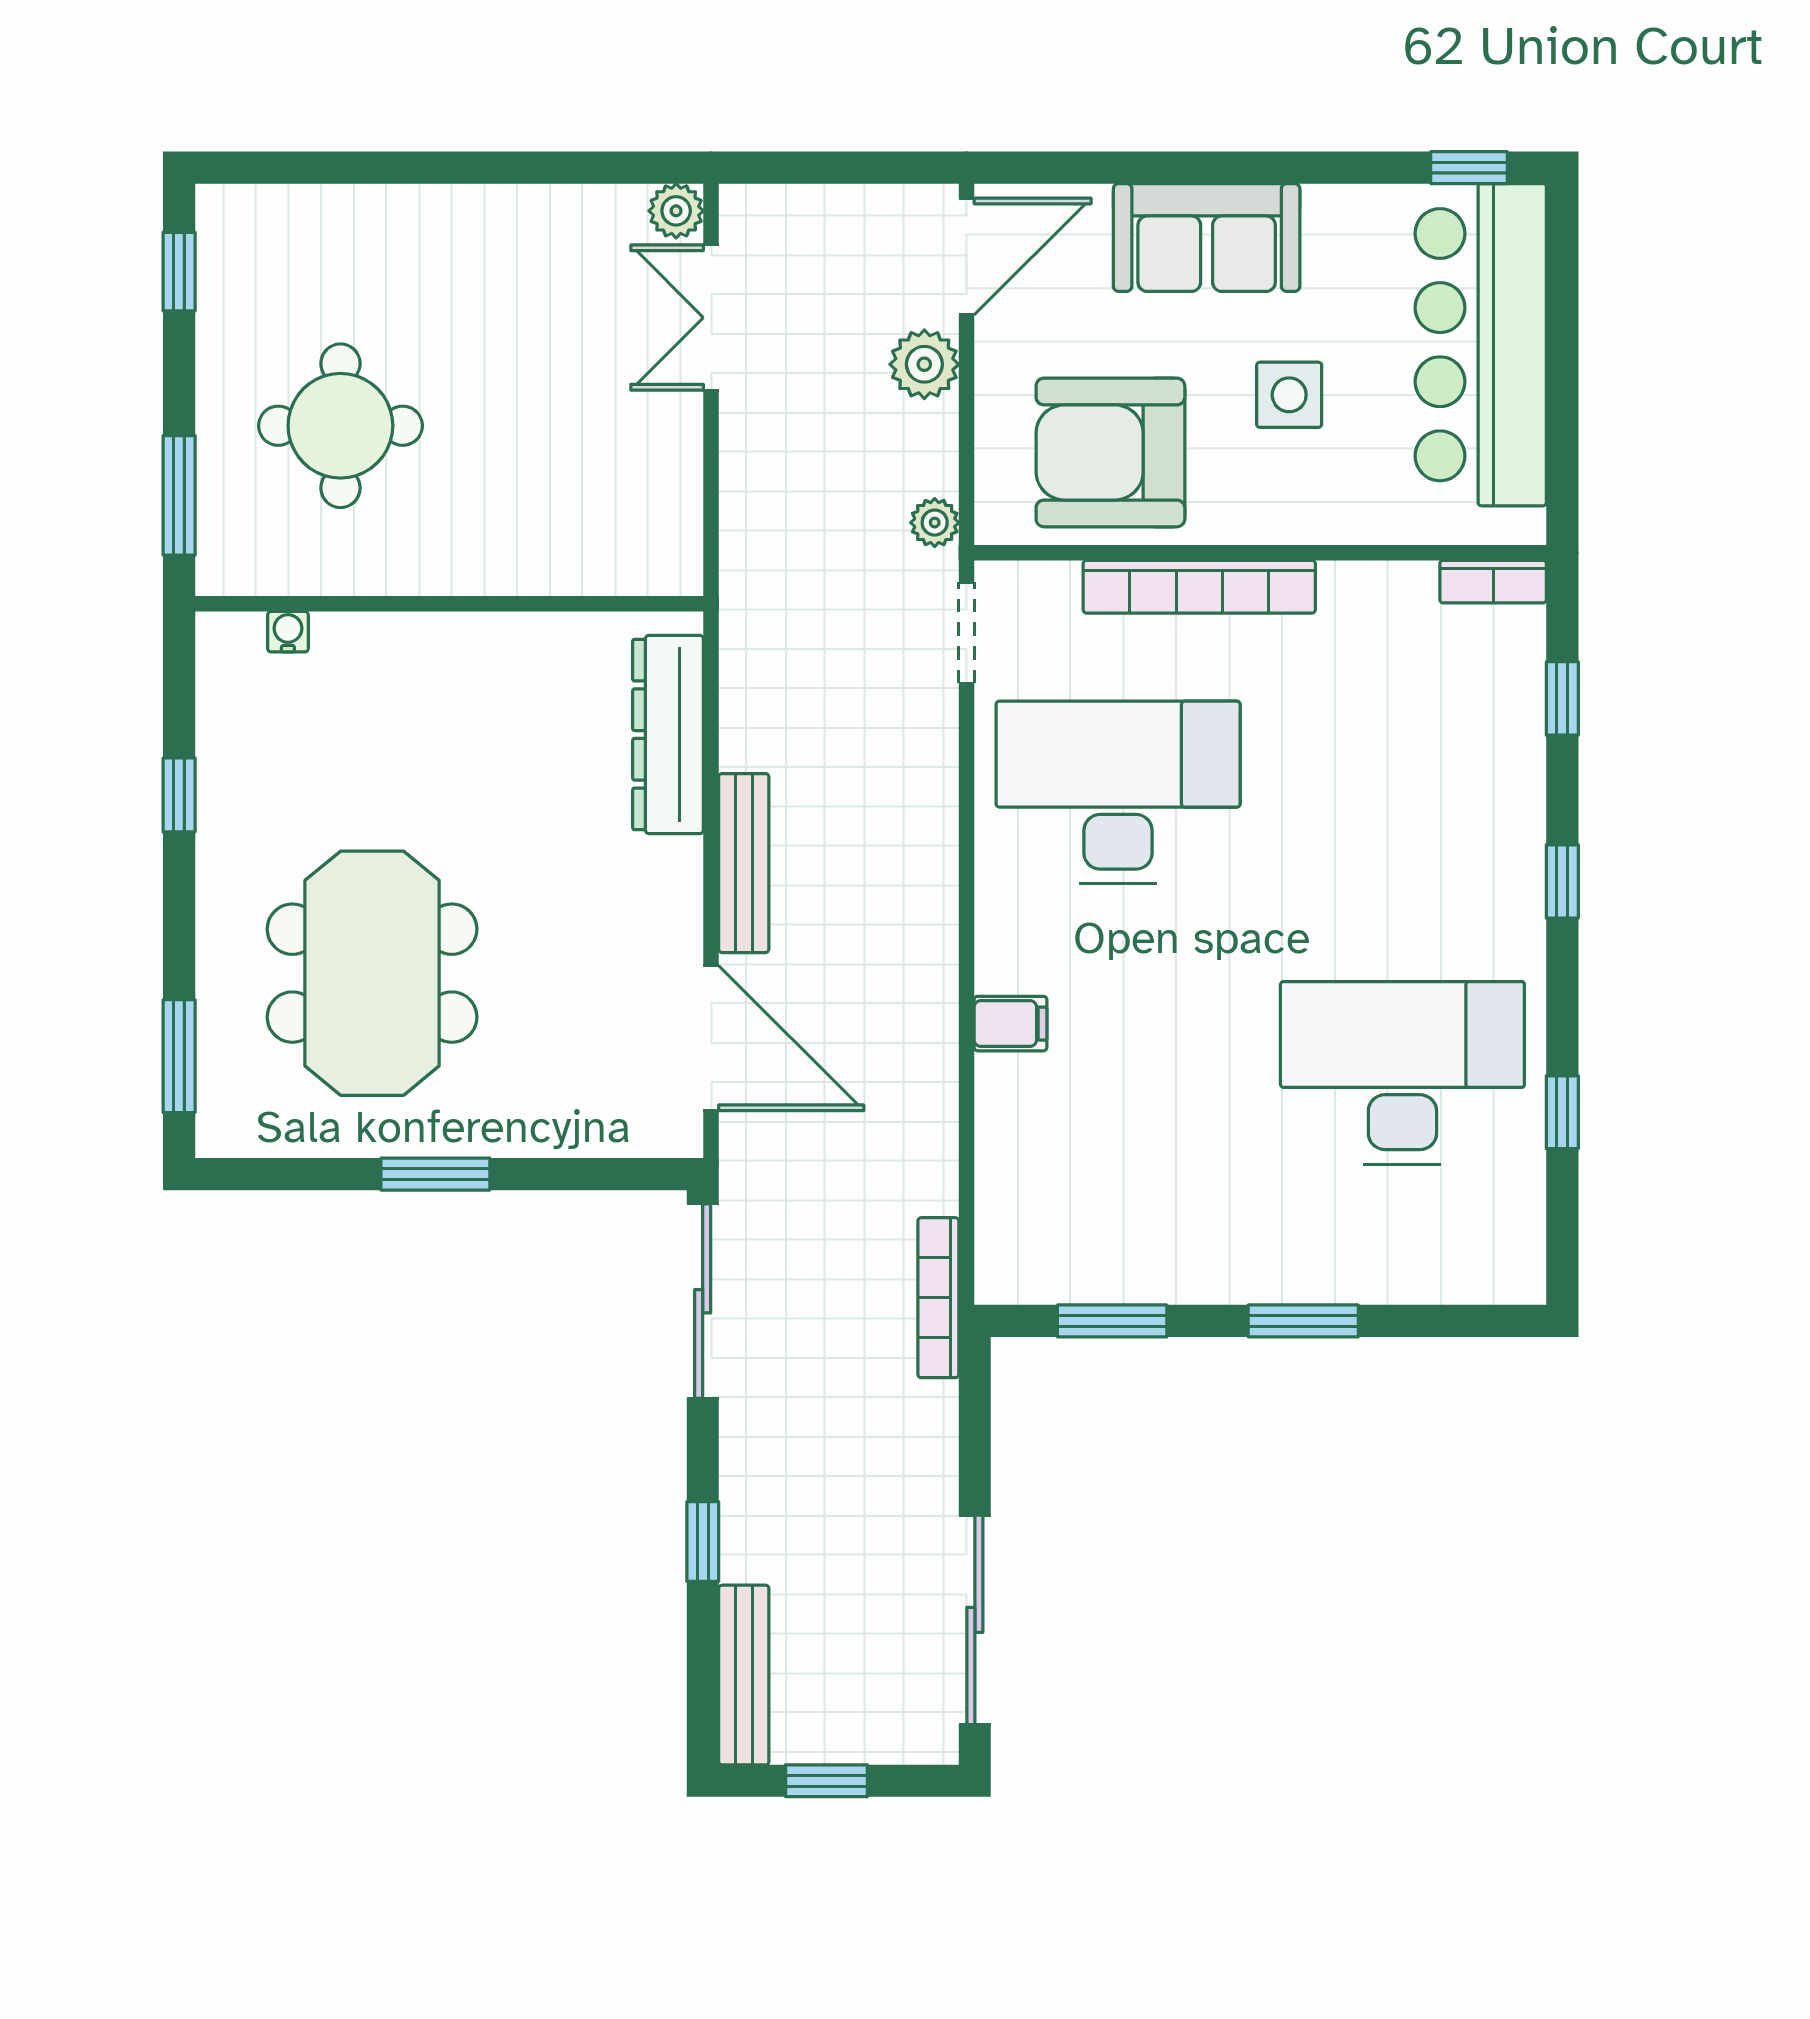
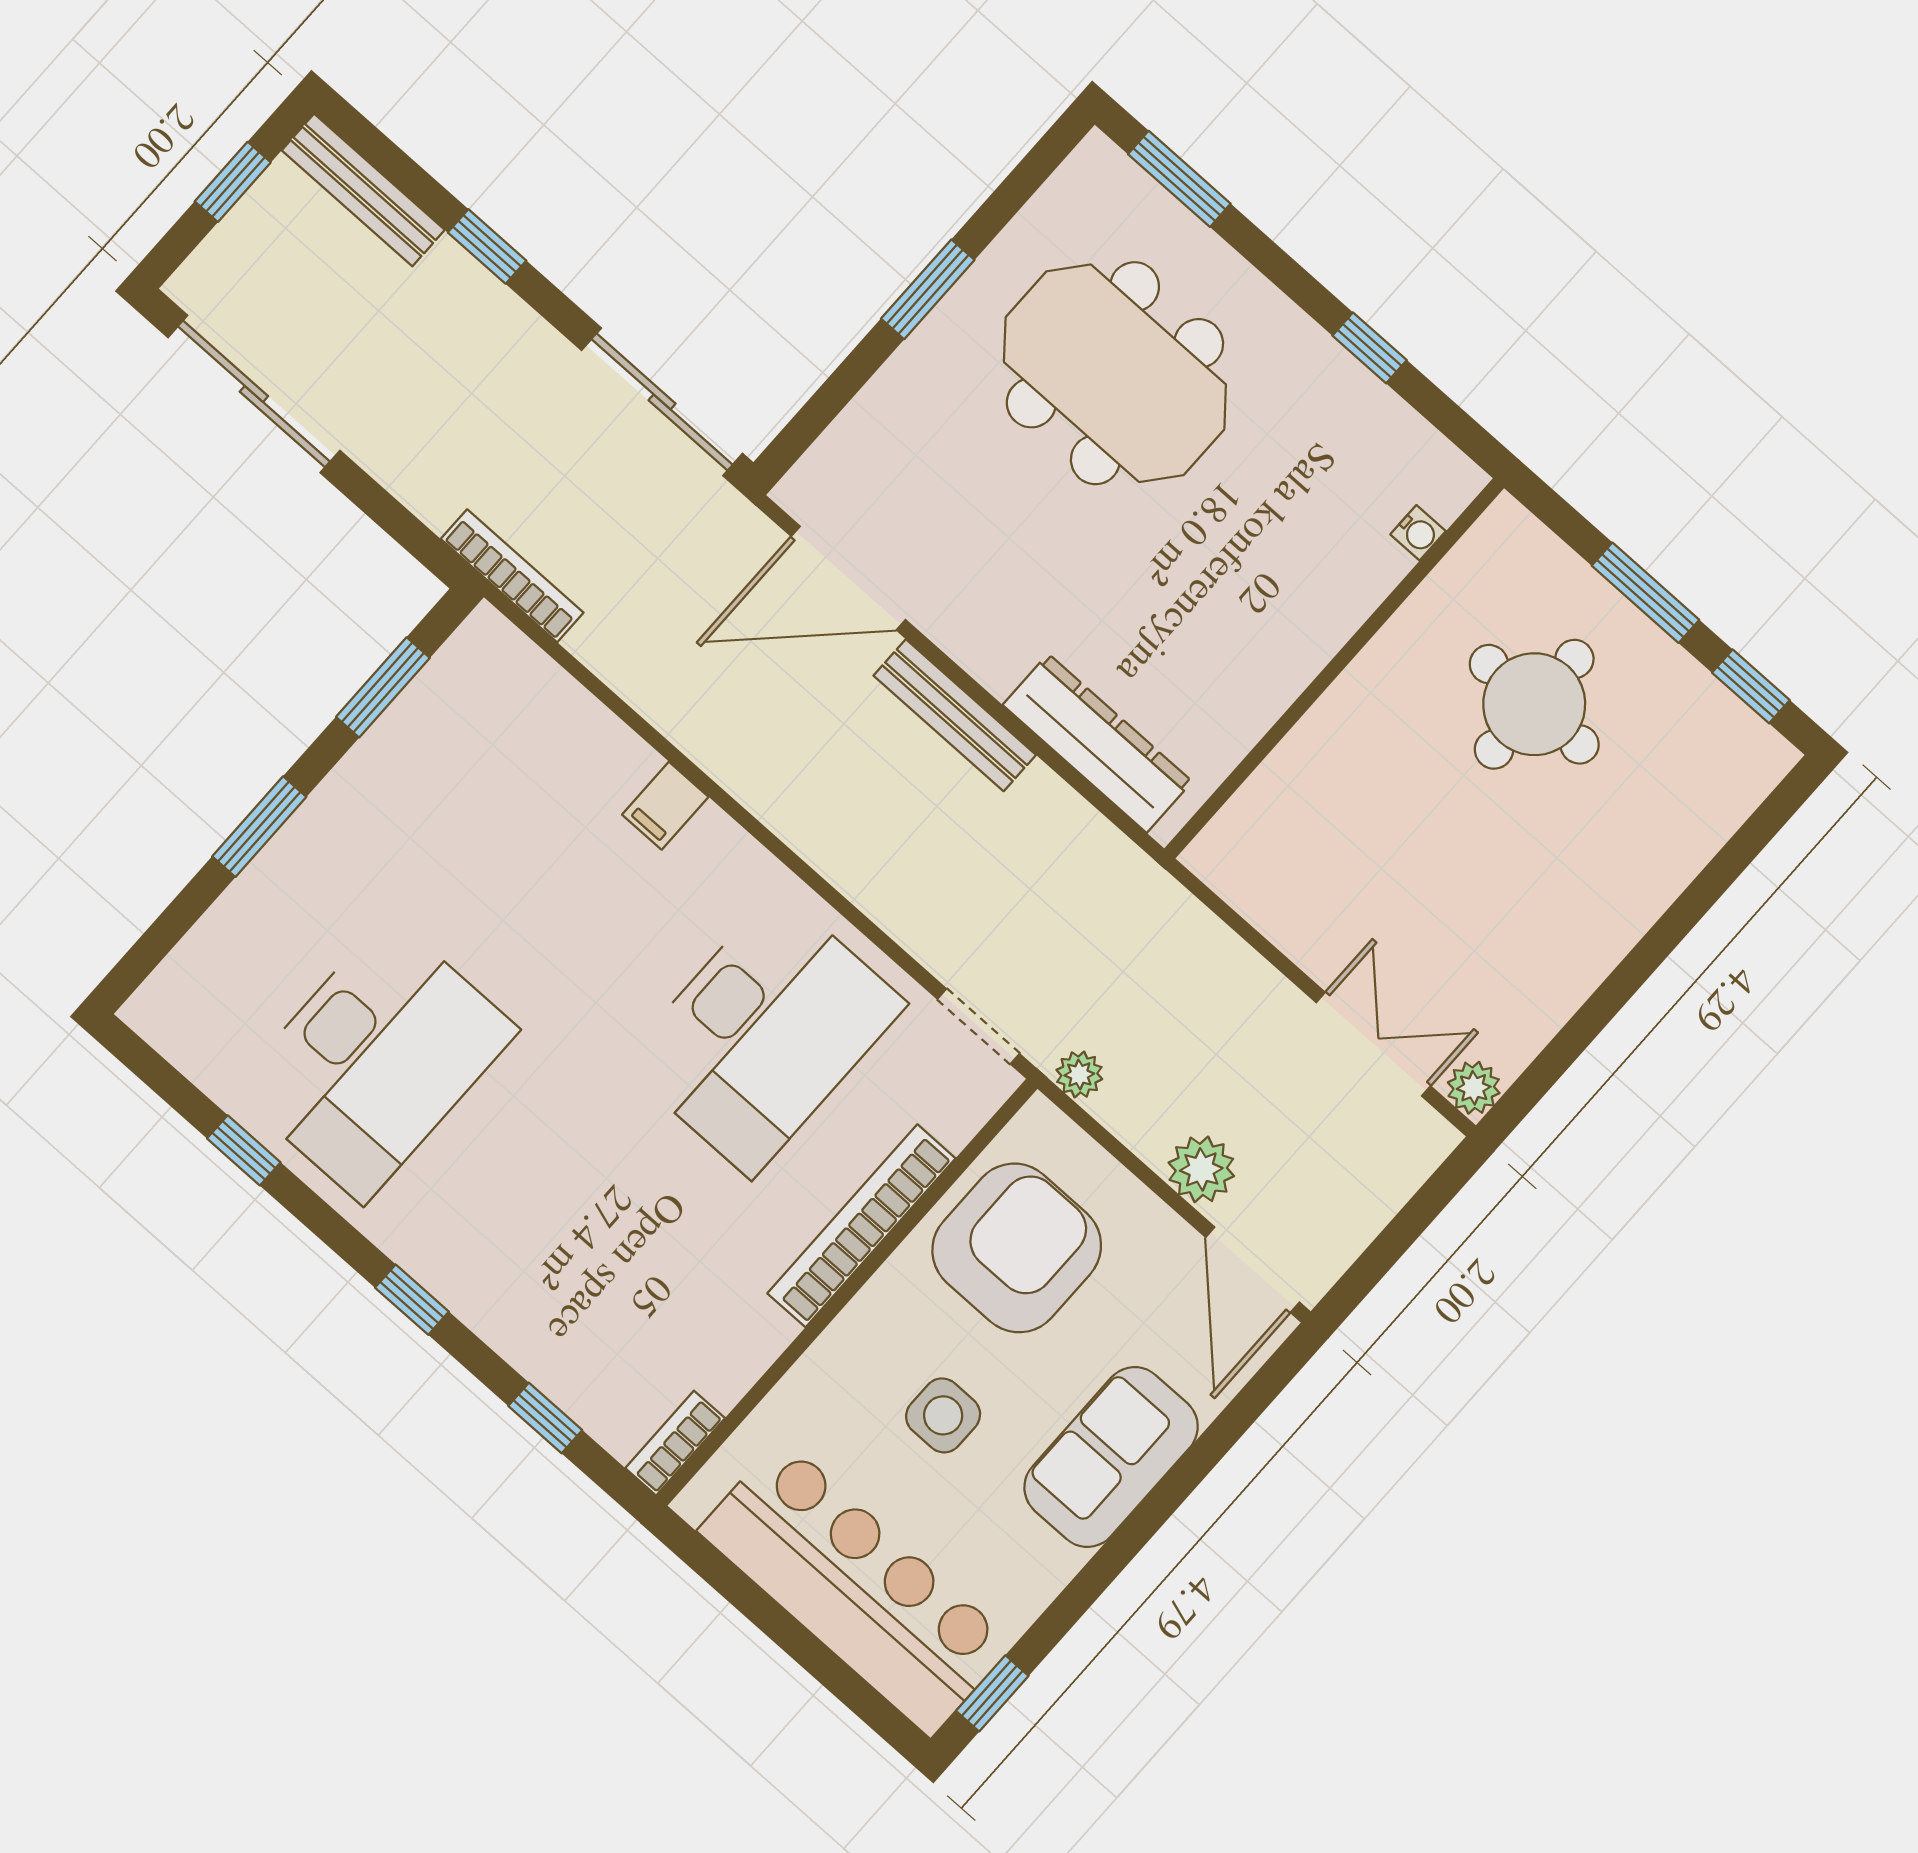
window: (179, 495) -> (1645, 593), moved

